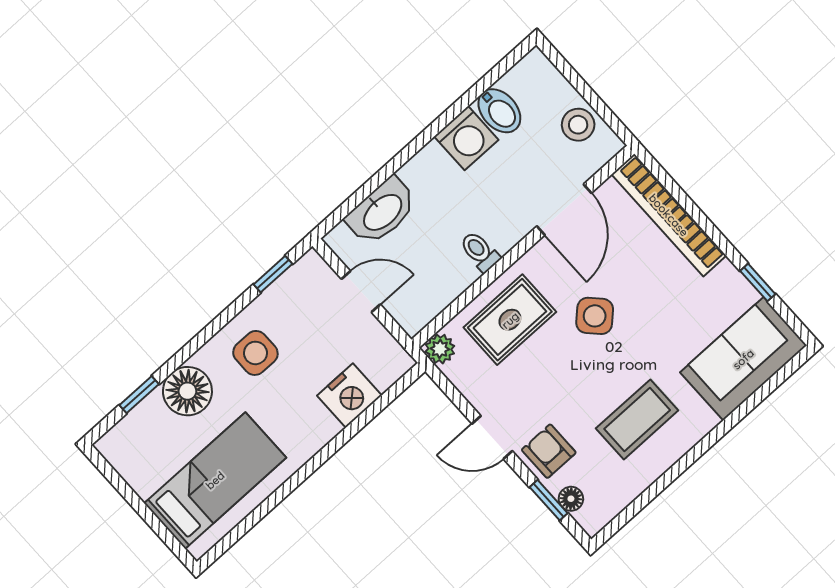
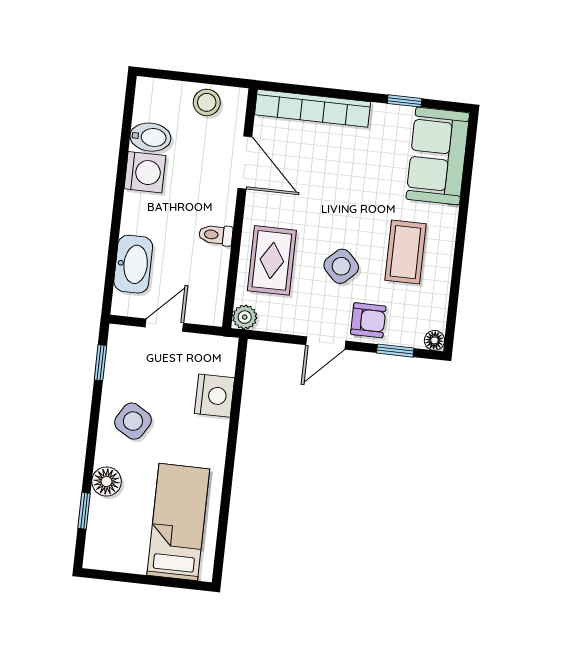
side table: (595, 316) -> (341, 266), moved
side table: (255, 353) -> (133, 421), turned 31
floor lamp: (187, 391) -> (107, 481), width x0.73, depth x0.73
armchair: (549, 451) -> (368, 320), turned 180
floor lamp: (571, 499) -> (434, 340), moved

